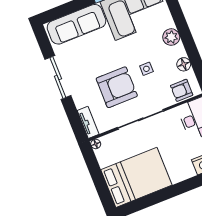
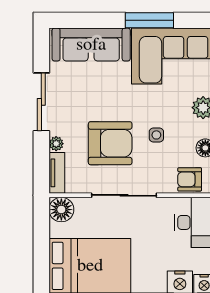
plant: (80, 102) -> (56, 144), added
floor lamp: (96, 144) -> (61, 210), width x1.89, depth x1.89

